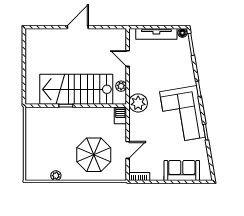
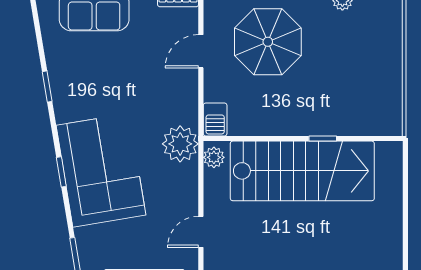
door: (128, 58) -> (201, 232), swing flipped
plant: (121, 86) -> (214, 157), moved
corner sofa: (182, 114) -> (101, 170), moved

